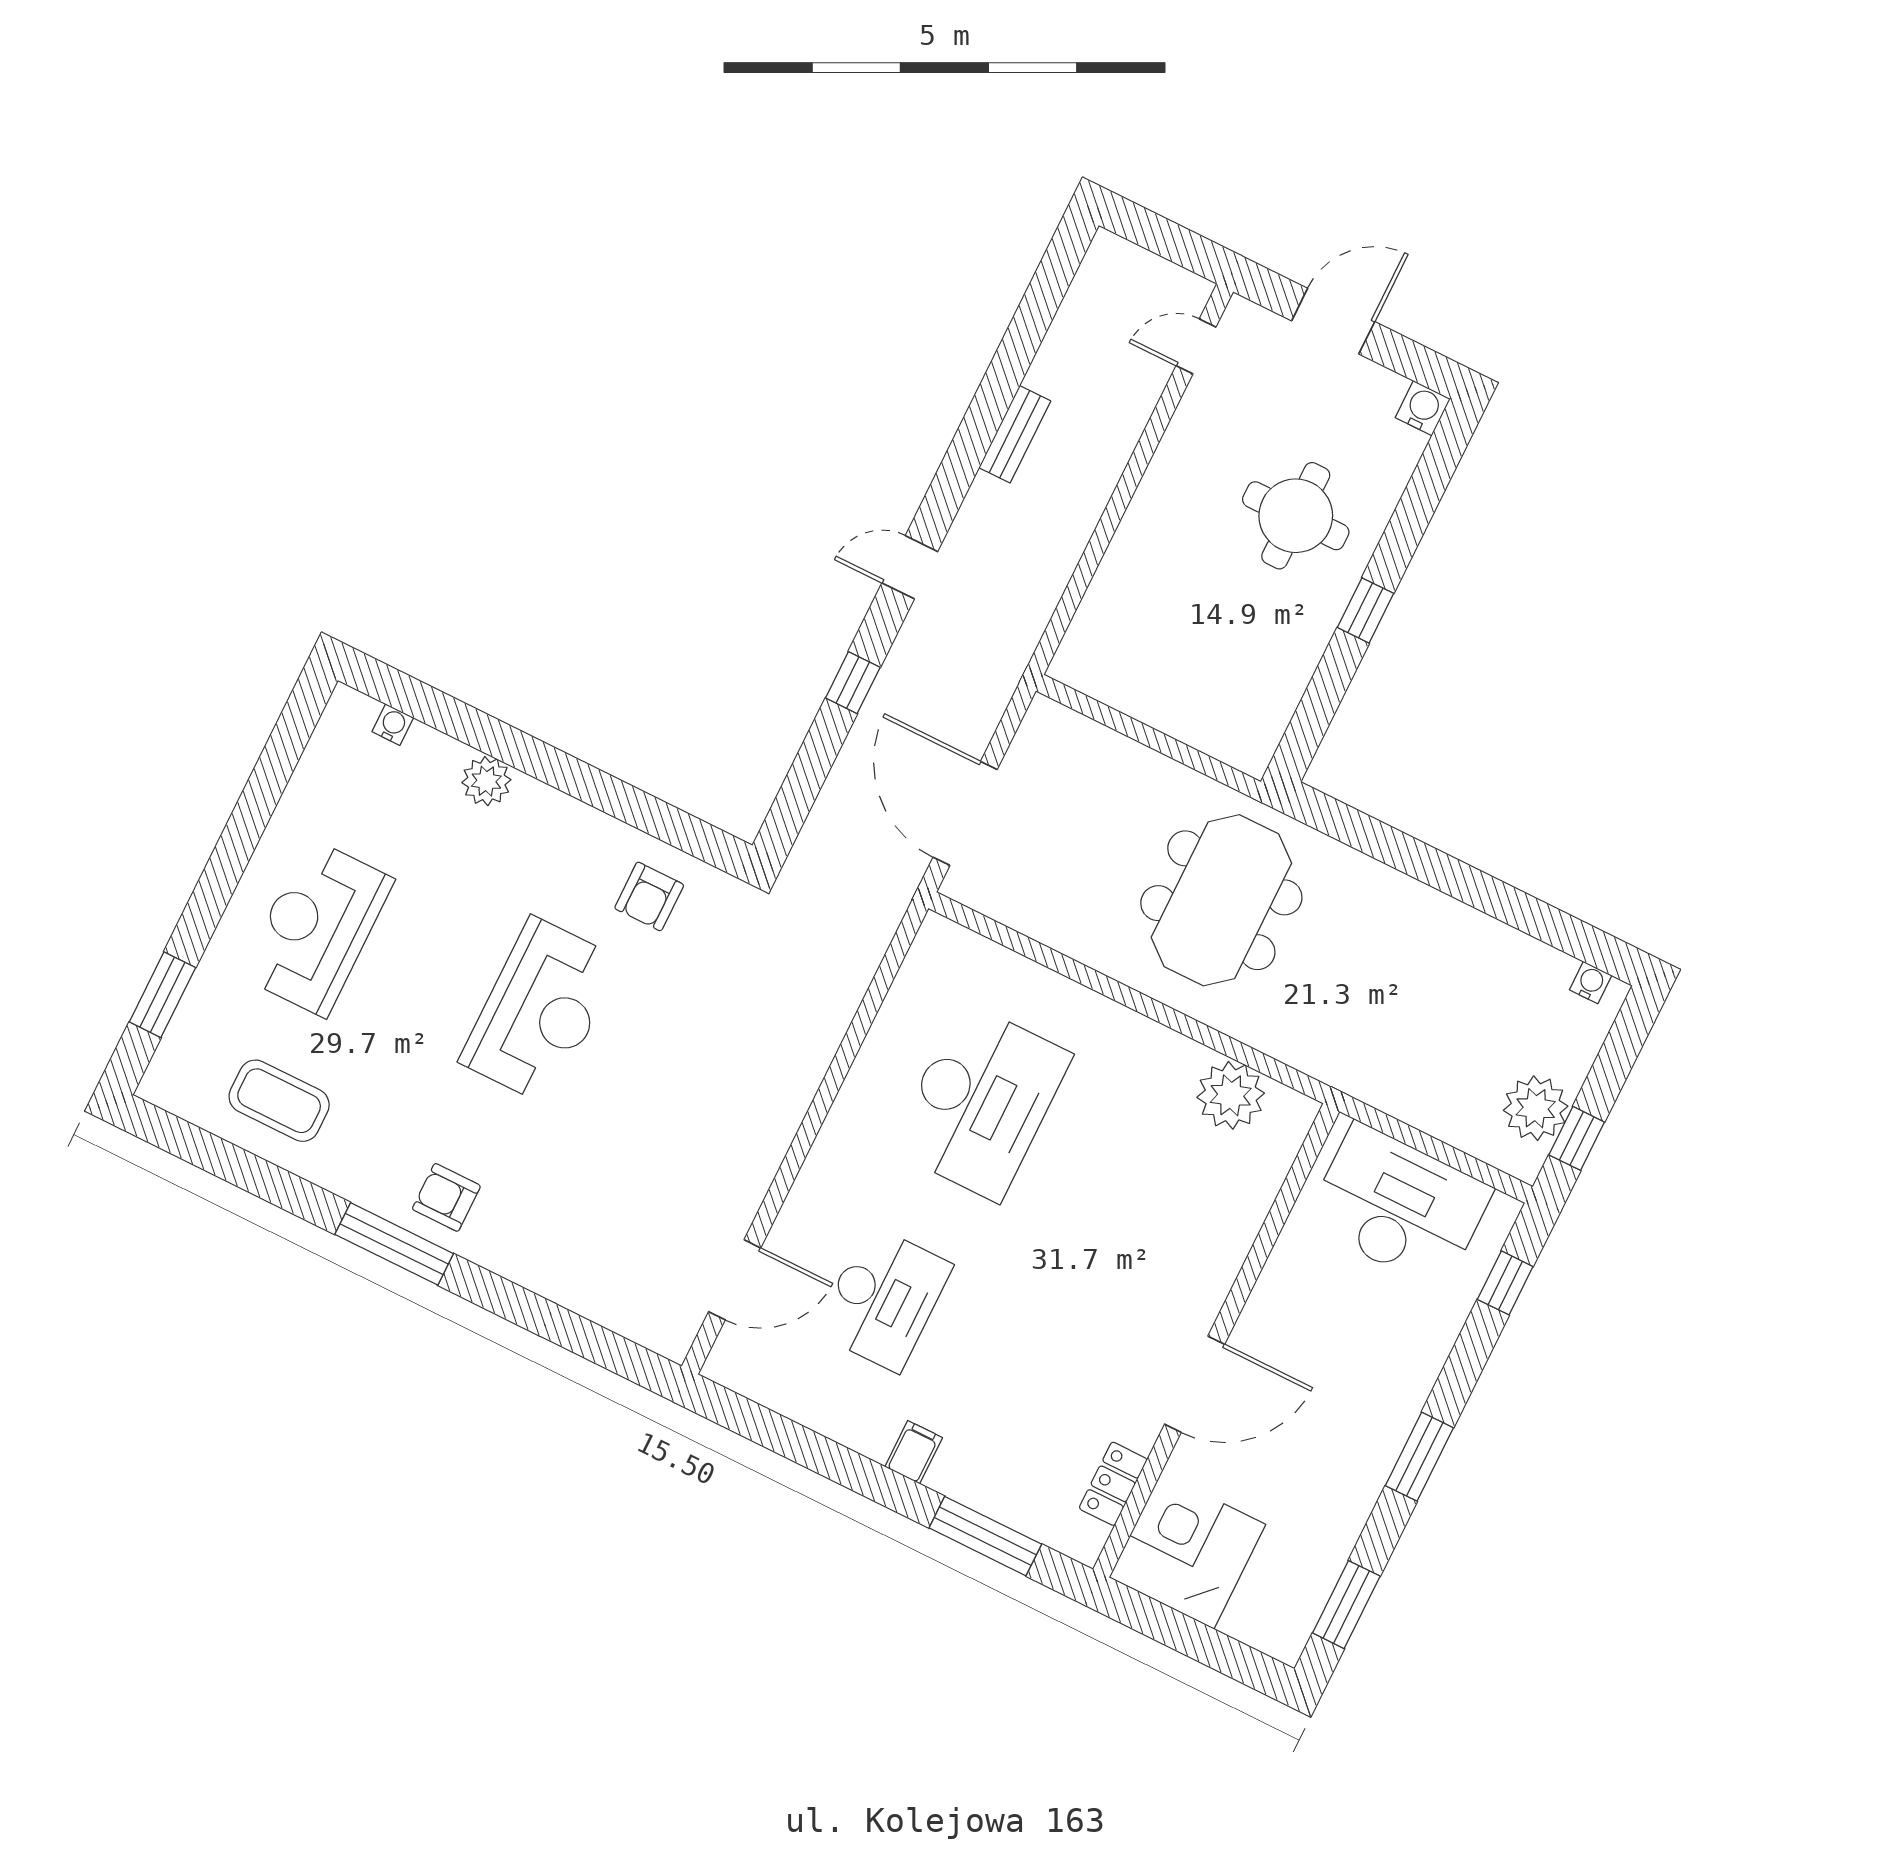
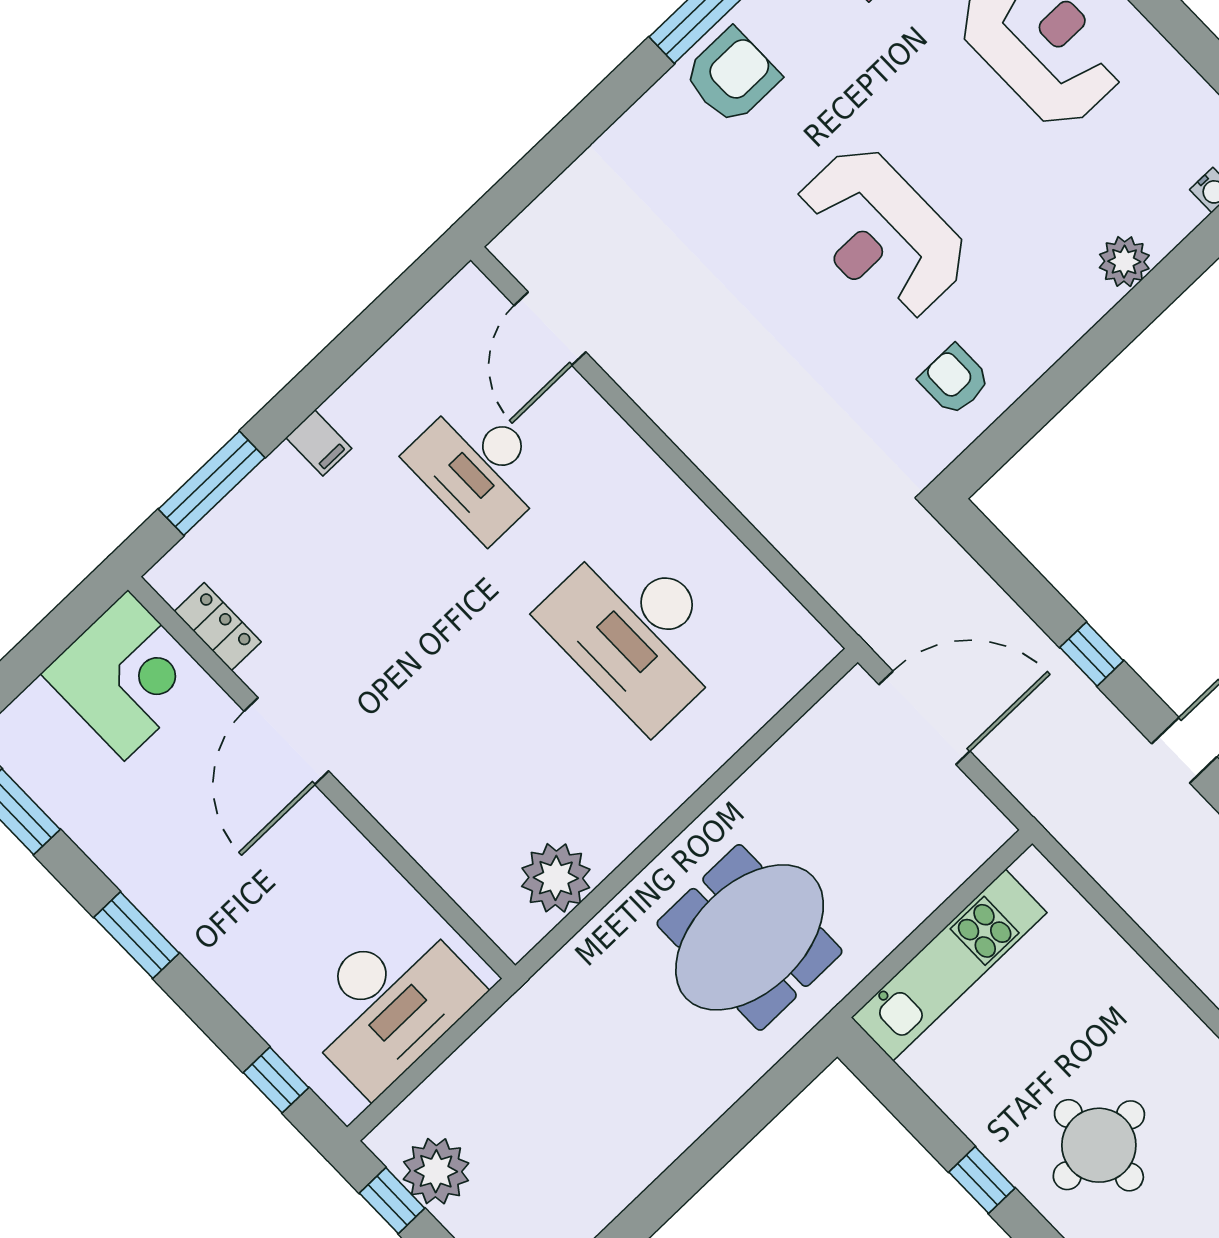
kitchen unit: (1181, 710) -> (949, 965), added
meeting table: (1221, 900) -> (750, 937), turned 90
armchair: (446, 1197) -> (732, 76), width x1.38, depth x1.38

